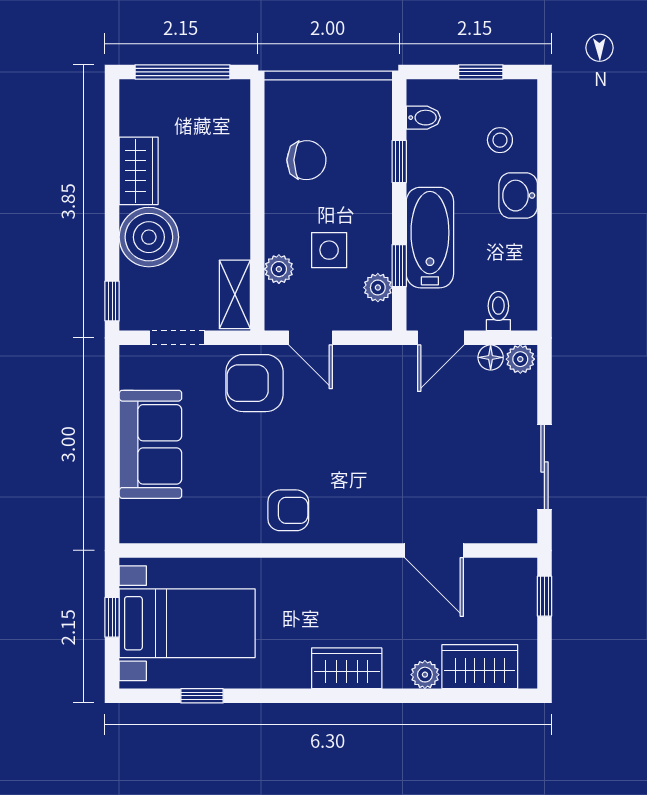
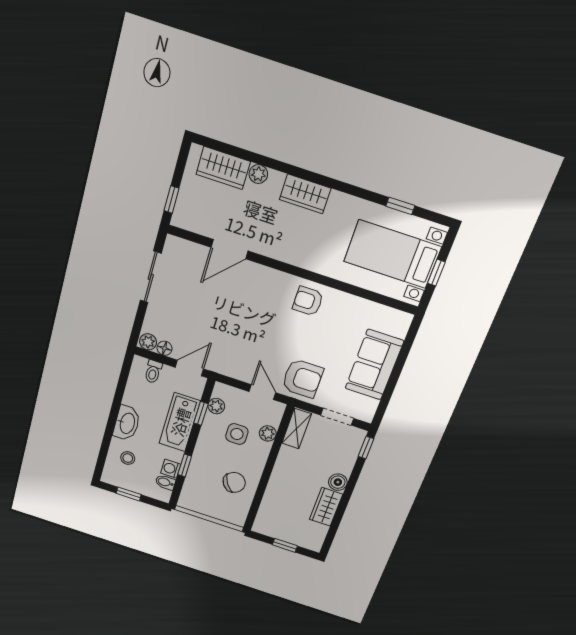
window: (182, 72) -> (285, 545), width x0.46
washing machine: (421, 147) -> (171, 469), added
chair: (306, 160) -> (234, 482), turned 147
washbasin: (518, 196) -> (127, 423), width x1.38
boiler: (149, 237) -> (338, 482), width x0.54, depth x0.54
door: (434, 550) -> (230, 249), swing flipped

